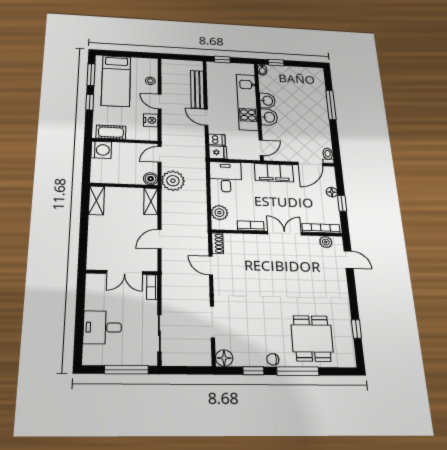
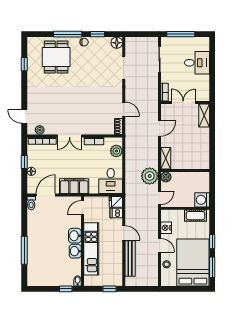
bed: (116, 81) -> (193, 263), width x1.50
shelving: (96, 200) -> (204, 115), moved

